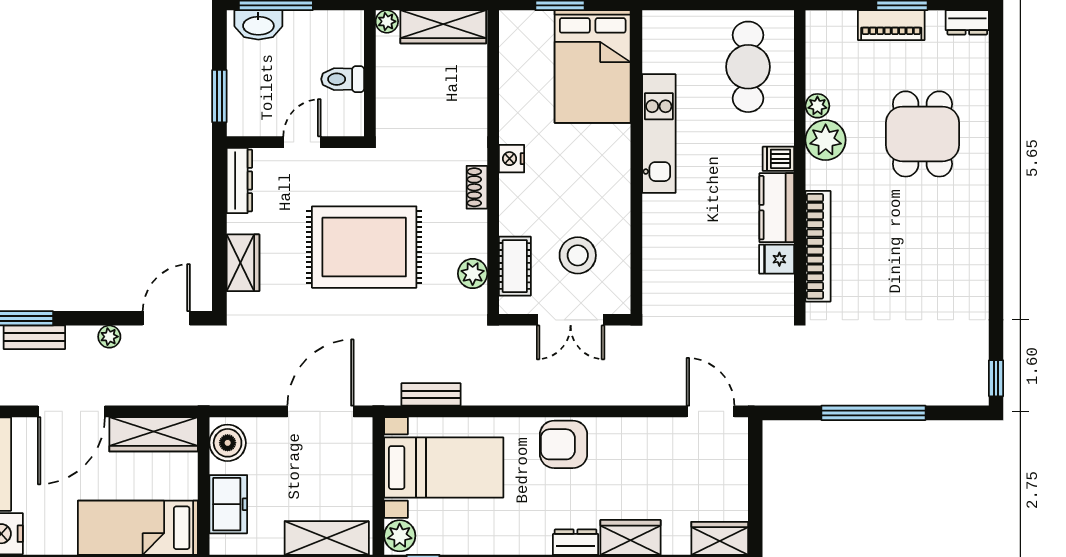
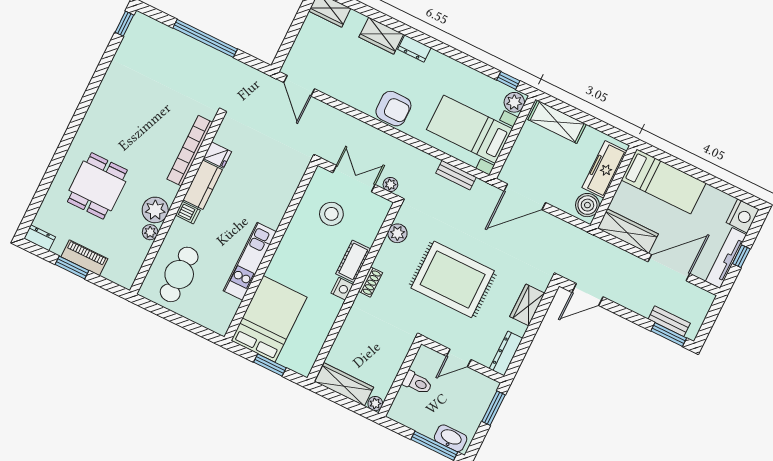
cot: (515, 266) -> (353, 261), moved
plant: (109, 337) -> (390, 184), moved
freezer: (228, 504) -> (605, 169), width x1.40

